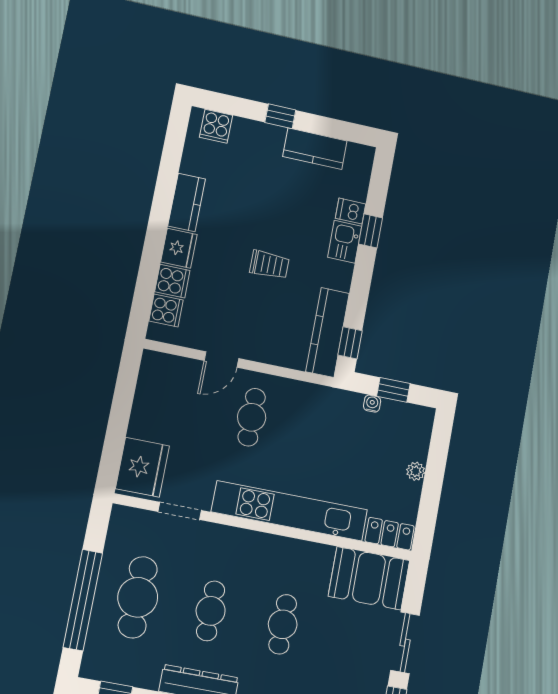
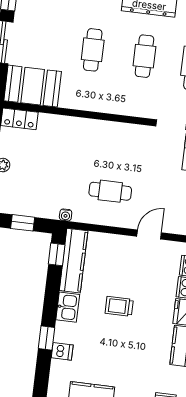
kitchen sink: (345, 242) -> (68, 307), moved
water cooler: (372, 404) -> (66, 215), moved
cafe table: (252, 417) -> (110, 191), moved, turned 90
kitchen unit: (290, 511) -> (93, 130), removed

